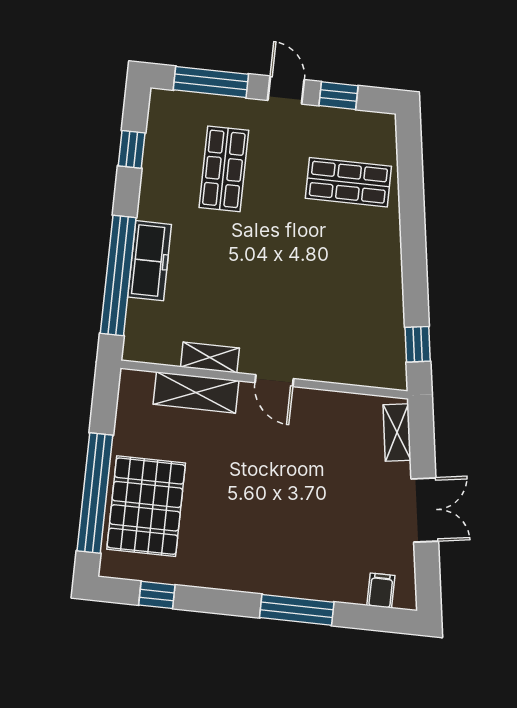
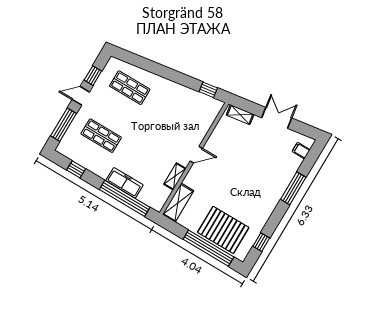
shop shelf: (348, 182) -> (130, 88), turned 90
shelving: (196, 392) -> (178, 203), moved

